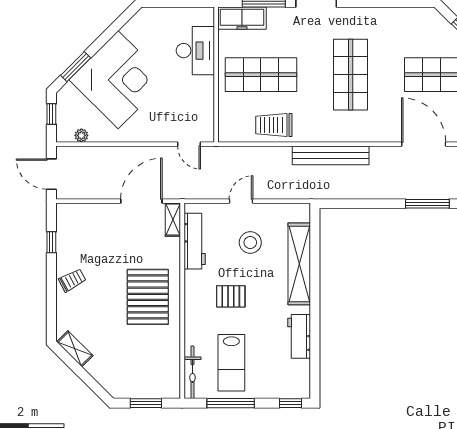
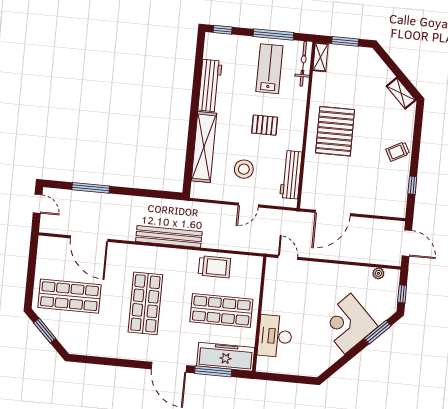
freezer: (242, 18) -> (226, 357), width x1.36, depth x1.26
corner desk: (118, 80) -> (348, 324), width x0.74, depth x0.74
shelving: (173, 220) -> (321, 57), moved
workbench: (299, 336) -> (210, 86), width x1.38

